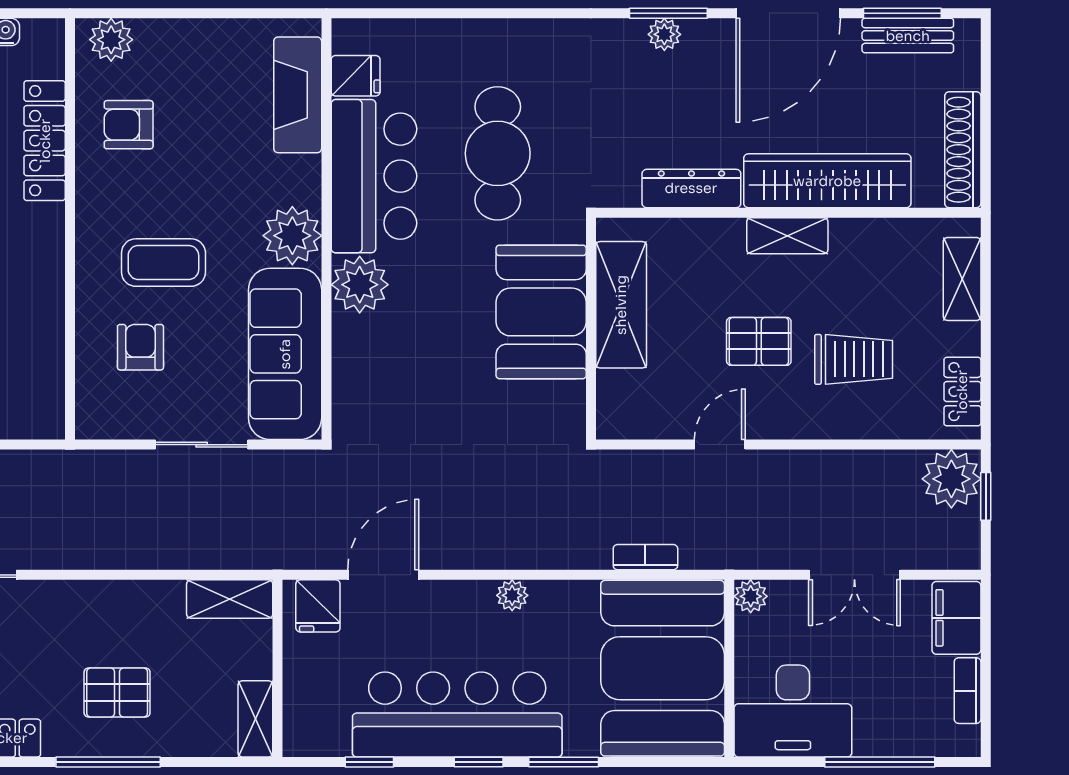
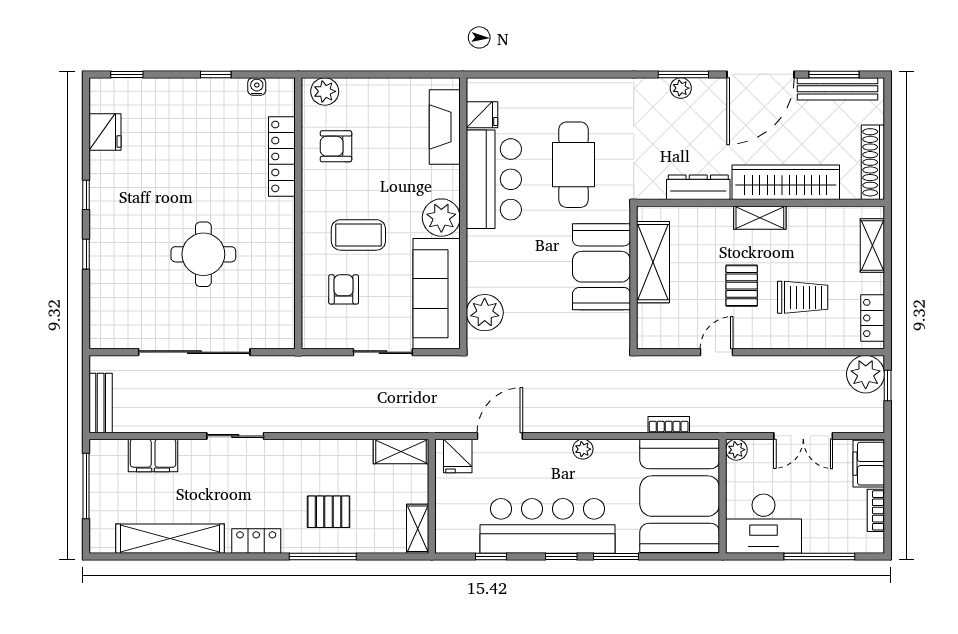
bench: (908, 36) -> (837, 89), width x1.36
plant: (360, 285) -> (485, 313), moved
pallet: (759, 341) -> (742, 286), turned 90

